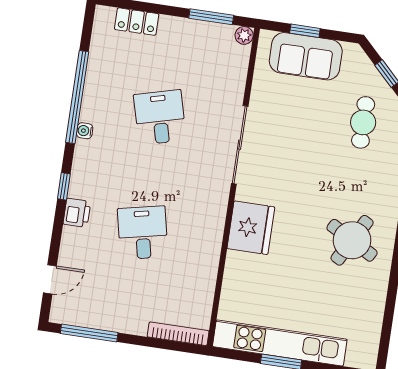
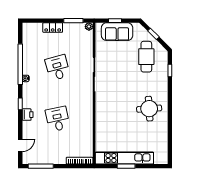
locker: (137, 22) -> (53, 28), moved
cafe table: (363, 122) -> (146, 57), width x1.37, depth x1.35
fridge: (251, 228) -> (104, 110), removed
round table: (352, 240) -> (149, 109), turned -33

